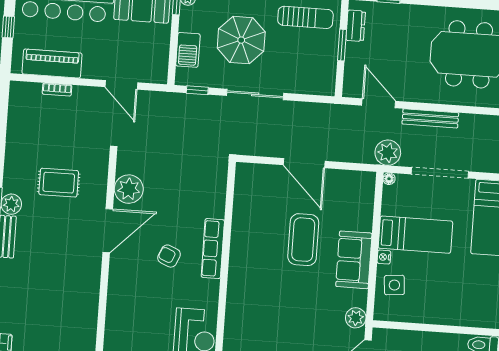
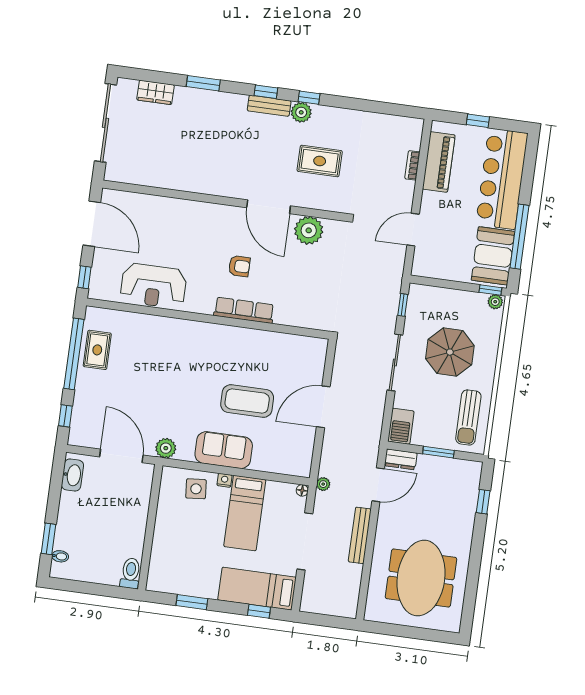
dresser: (356, 26) -> (401, 459), moved
barbecue: (188, 50) -> (401, 426), moved, turned -90
plant: (388, 153) -> (323, 484), width x0.53, depth x0.53
rug: (59, 183) -> (320, 161), turned 90
armchair: (169, 256) -> (239, 266), turned 67

